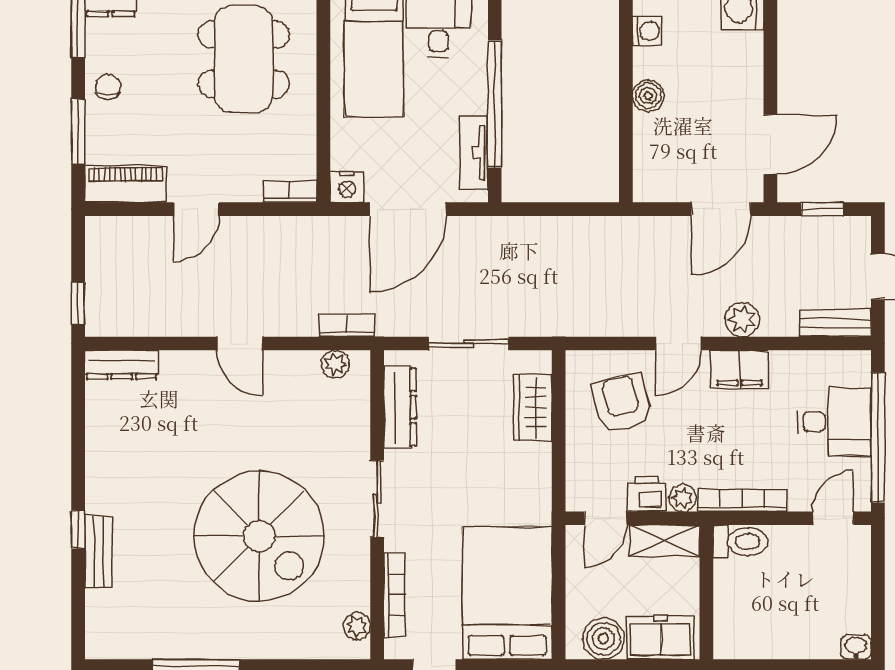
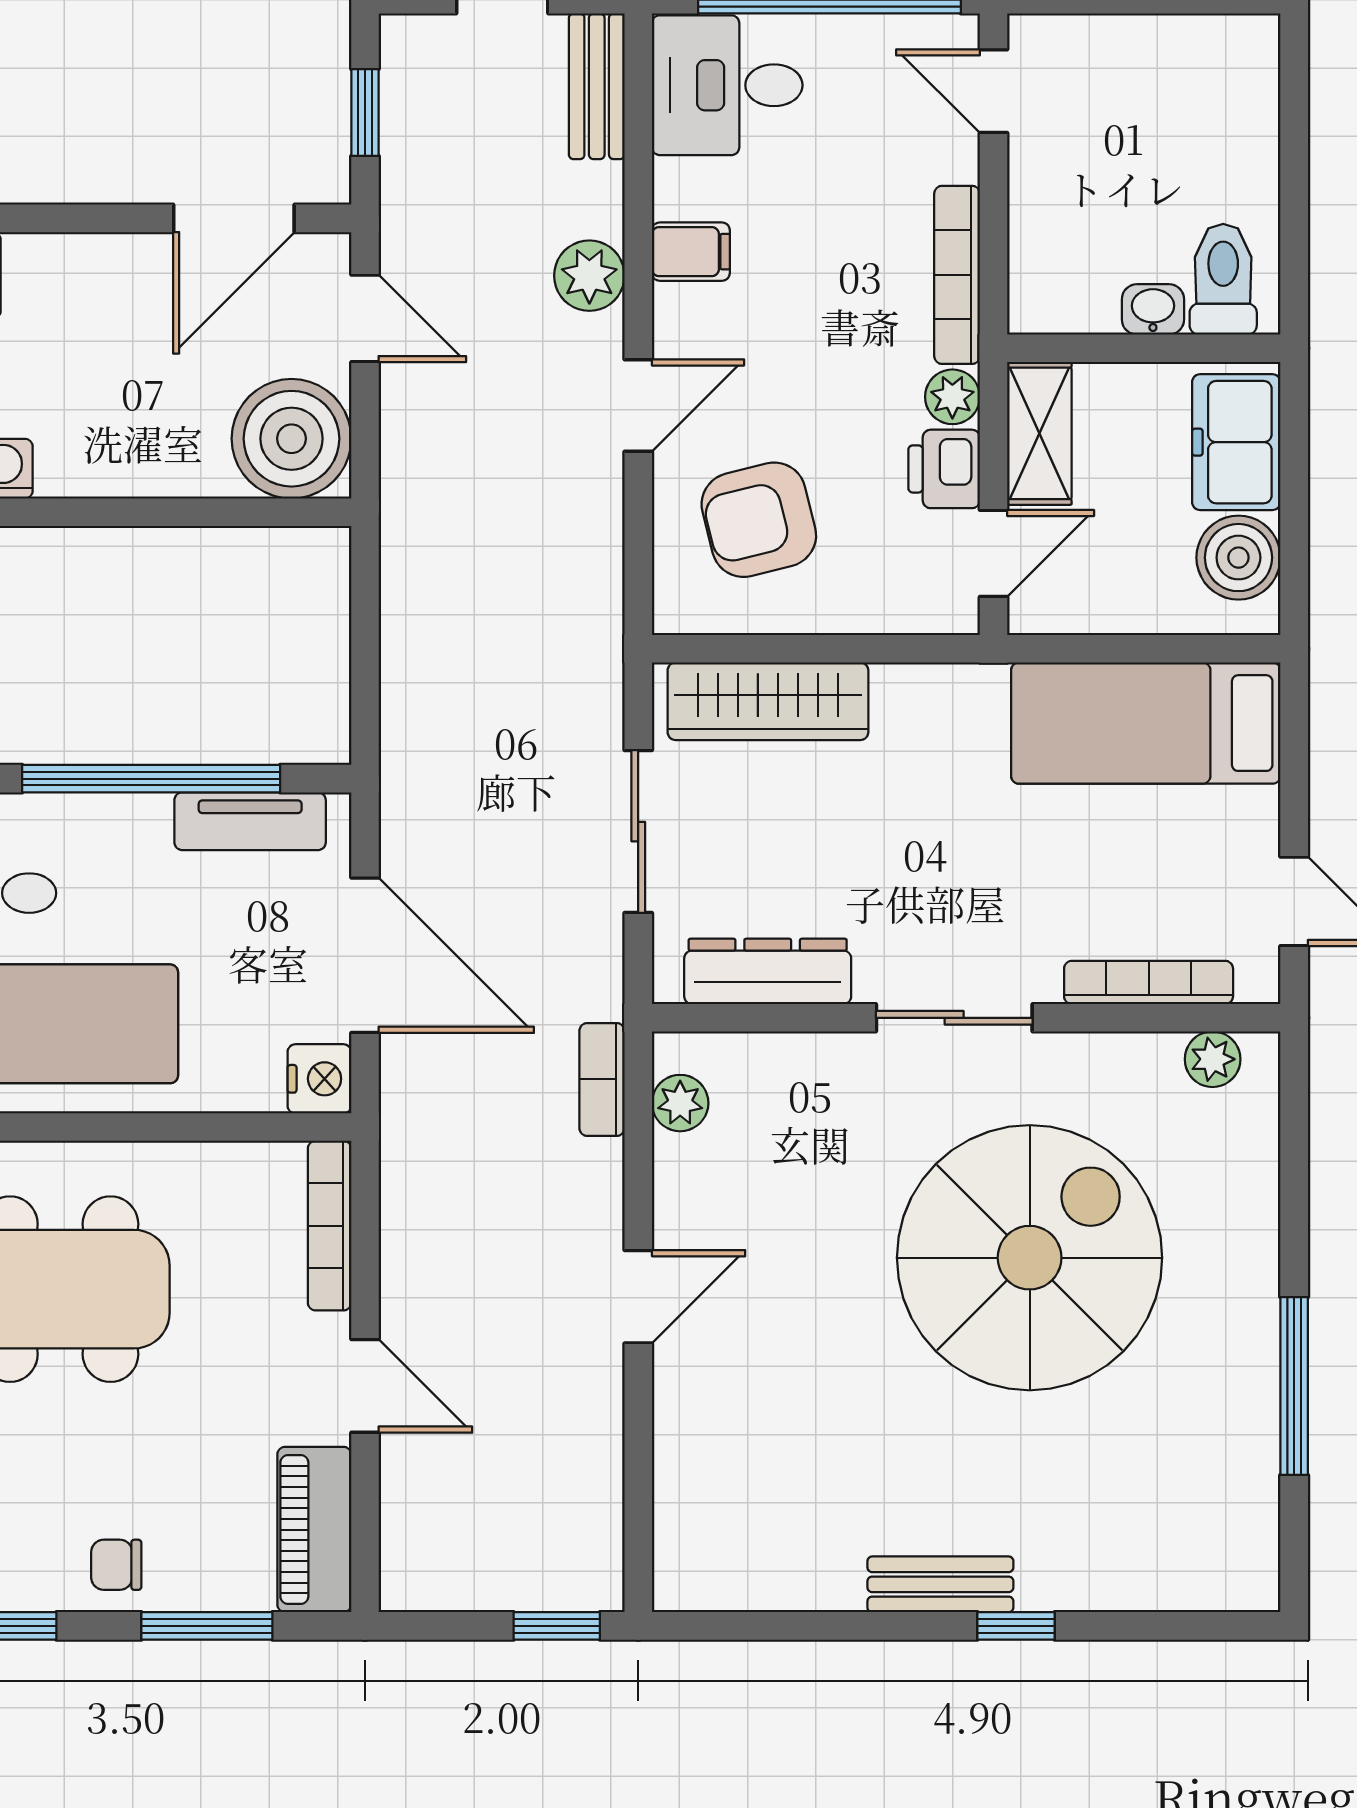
boiler: (648, 96) -> (291, 439), moved, width x1.86, depth x1.86
door: (770, 145) -> (234, 218), swing flipped
bookcase: (290, 192) -> (330, 1226), width x1.56
door: (721, 209) -> (365, 318), width x0.73
door: (678, 344) -> (638, 405), hinge flipped
dresser: (122, 365) -> (681, 1537), removed
filing cabinet: (740, 369) -> (691, 252), width x0.50
wardrobe: (533, 407) -> (768, 701), width x1.50
desk: (834, 422) -> (727, 85), moved, turned -90
door: (606, 518) -> (994, 553), hinge flipped
toilet: (740, 542) -> (1223, 279), moved
bench: (98, 552) -> (940, 1584), moved
bed: (507, 593) -> (1146, 723), width x0.67
washbasin: (856, 647) -> (1153, 309), moved, turned 90

